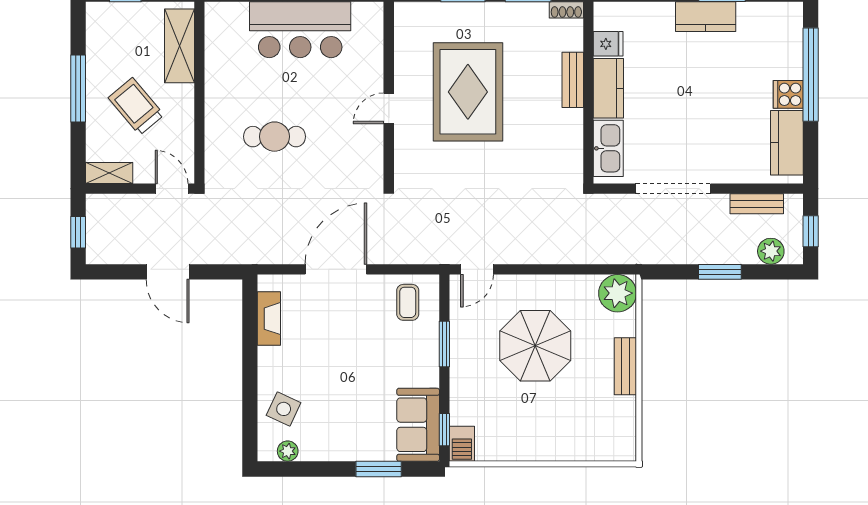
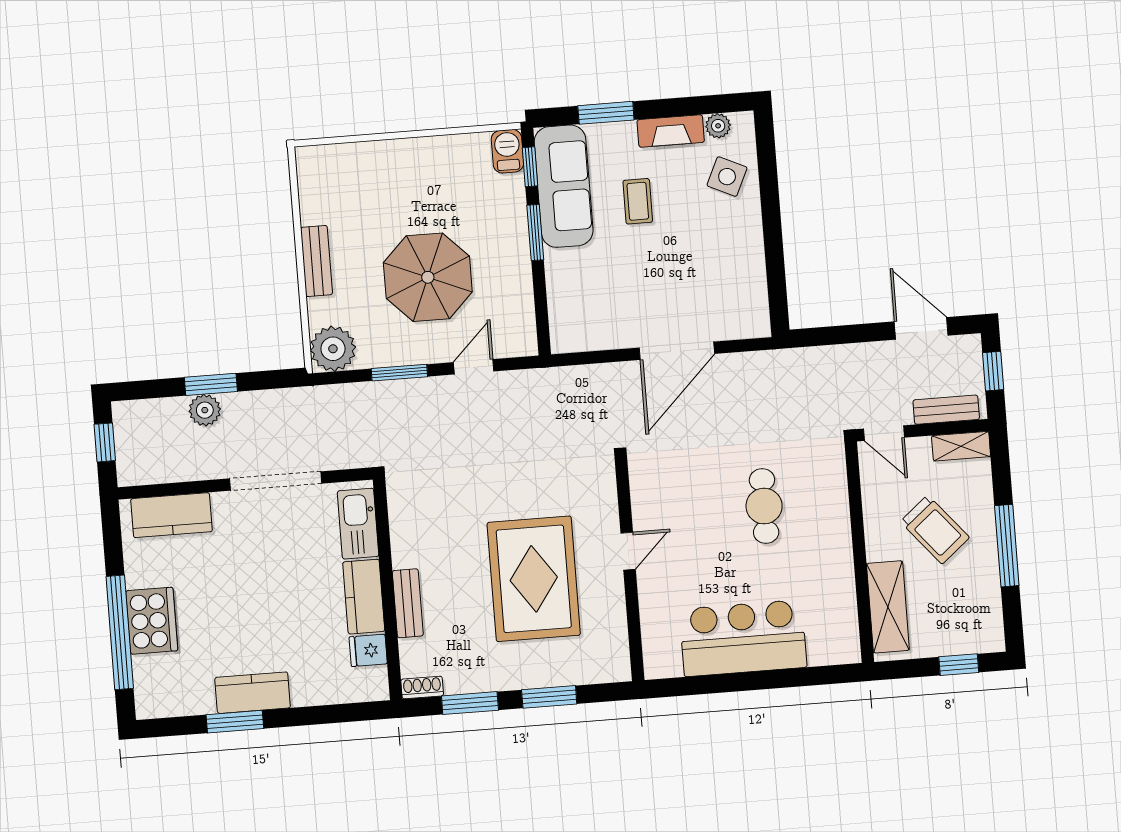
cooker: (788, 94) -> (152, 621), width x1.87, depth x1.31
cafe table: (275, 137) -> (764, 506), turned 90
kitchen counter: (787, 143) -> (171, 515), moved, turned 90
bench: (757, 204) -> (946, 410), moved
plant: (771, 251) -> (205, 410), moved
door: (477, 269) -> (474, 367), moved
window: (565, 269) -> (399, 373), added
door: (168, 272) -> (921, 328), moved
coffee table: (408, 302) -> (638, 201), moved
fireplace: (269, 319) -> (671, 131), moved, turned -90
window: (444, 344) -> (535, 232), moved
sofa: (418, 425) -> (564, 186), width x1.36

